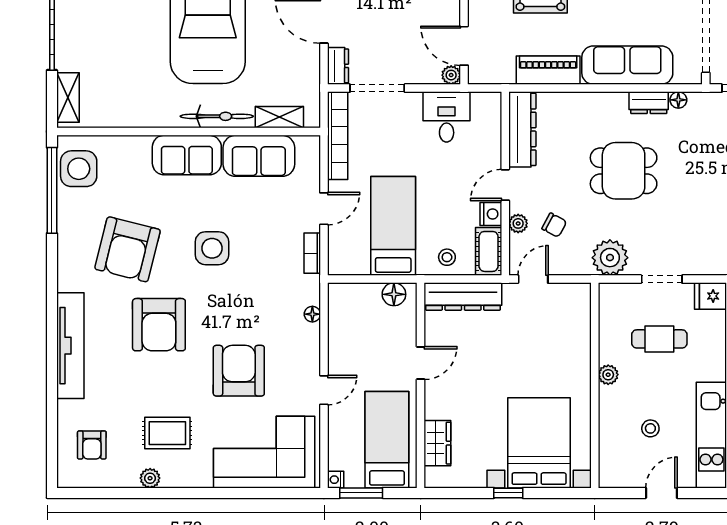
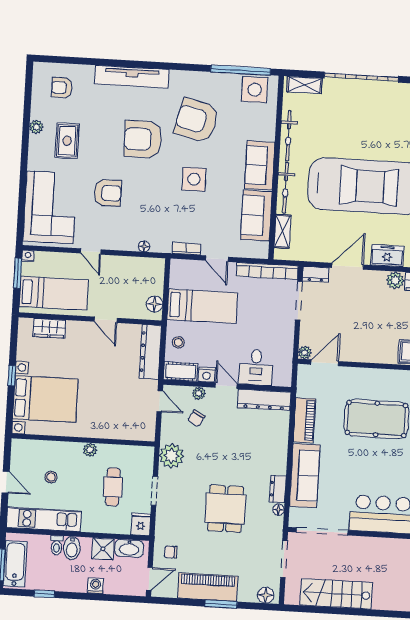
bicycle: (142, 116) -> (288, 136), added
desk: (447, 117) -> (256, 367), moved, turned 90
dining table: (624, 171) -> (225, 509), moved
armchair: (239, 371) -> (108, 193), width x0.73, depth x0.73

